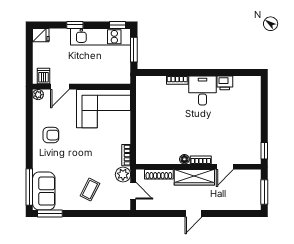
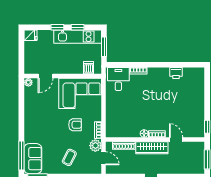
window: (117, 25) -> (78, 27), moved
dishwasher: (44, 76) -> (89, 68), moved
desk: (203, 90) -> (118, 79), moved
armchair: (51, 135) -> (75, 125), moved
door: (225, 167) -> (176, 139), swing flipped

